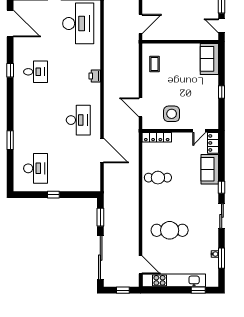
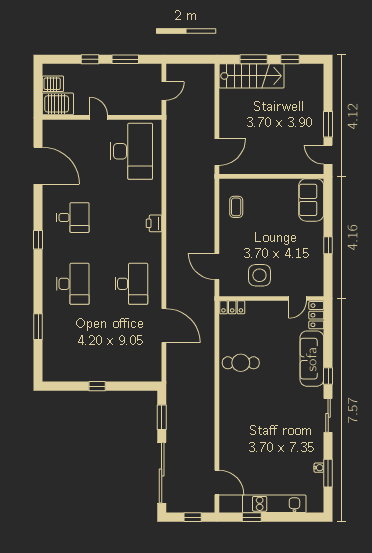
door: (10, 23) -> (38, 166), moved
window: (10, 70) -> (38, 240), moved
locker: (157, 137) -> (232, 307), width x0.66
window: (10, 140) -> (38, 327), moved
desk: (36, 168) -> (73, 284), moved
sofa: (210, 169) -> (312, 359), width x1.36
cafe table: (170, 230) -> (257, 435), removed
kitchen unit: (174, 280) -> (274, 504), width x0.73
window: (198, 290) -> (252, 517), moved

